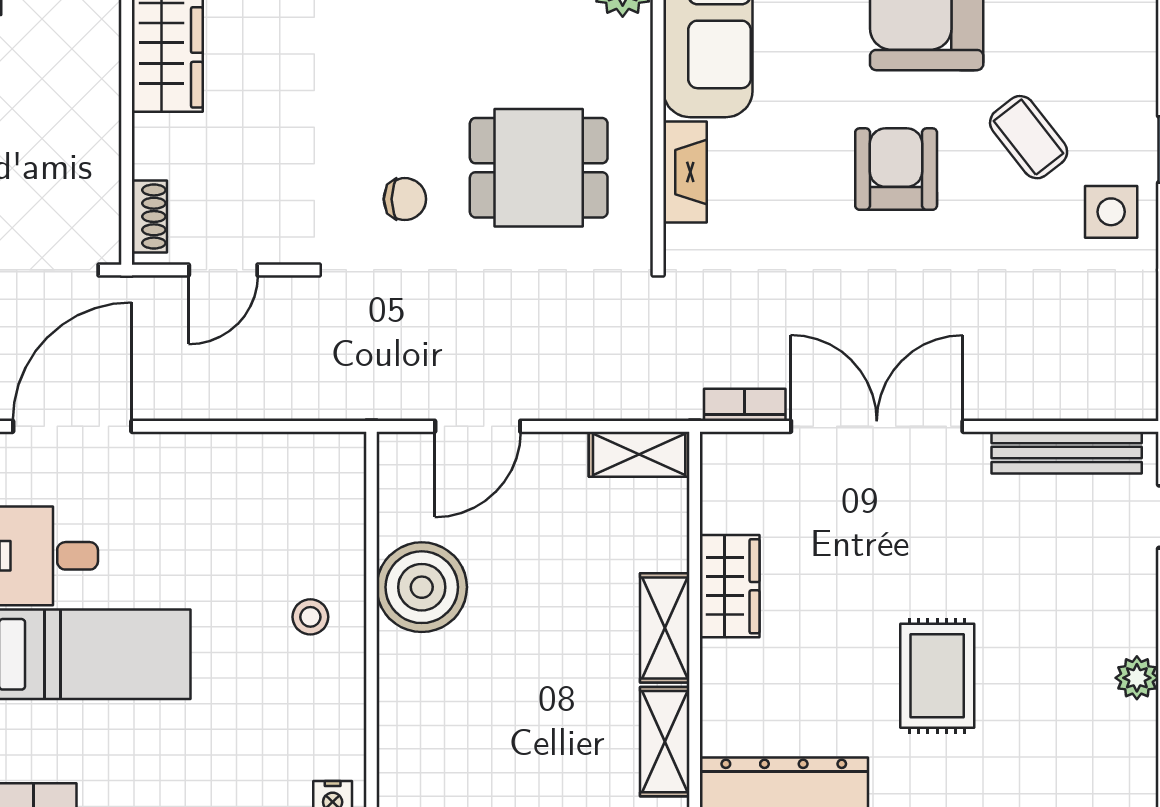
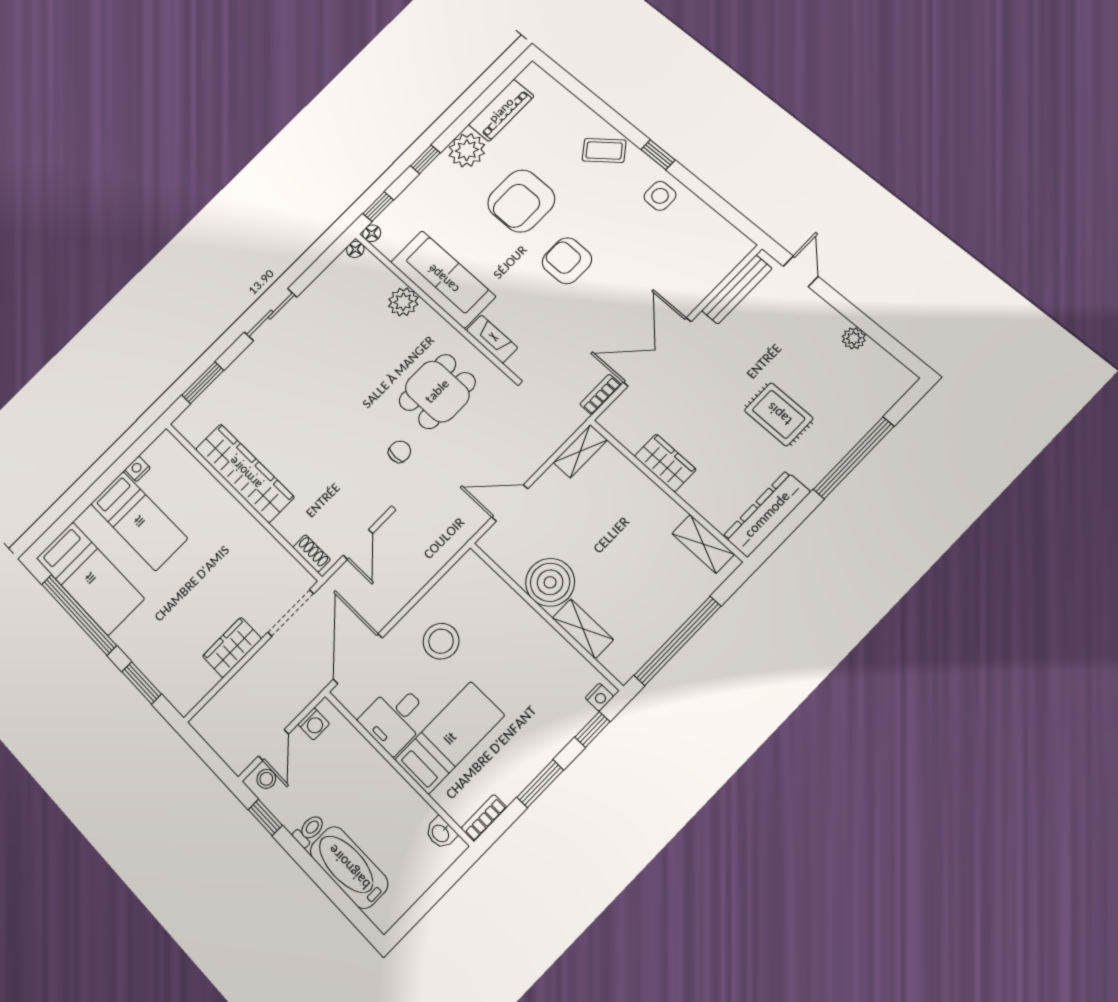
coffee table: (1029, 137) -> (604, 151), moved
door: (478, 426) -> (510, 503), swing flipped
stool: (310, 617) -> (441, 641), moved, width x1.89, depth x1.89
shelving: (665, 628) -> (583, 629), moved

